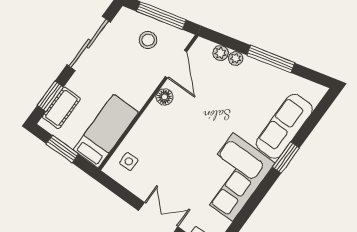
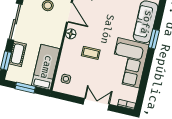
cot: (61, 108) -> (17, 54), moved
coffee table: (182, 138) -> (91, 53), added

